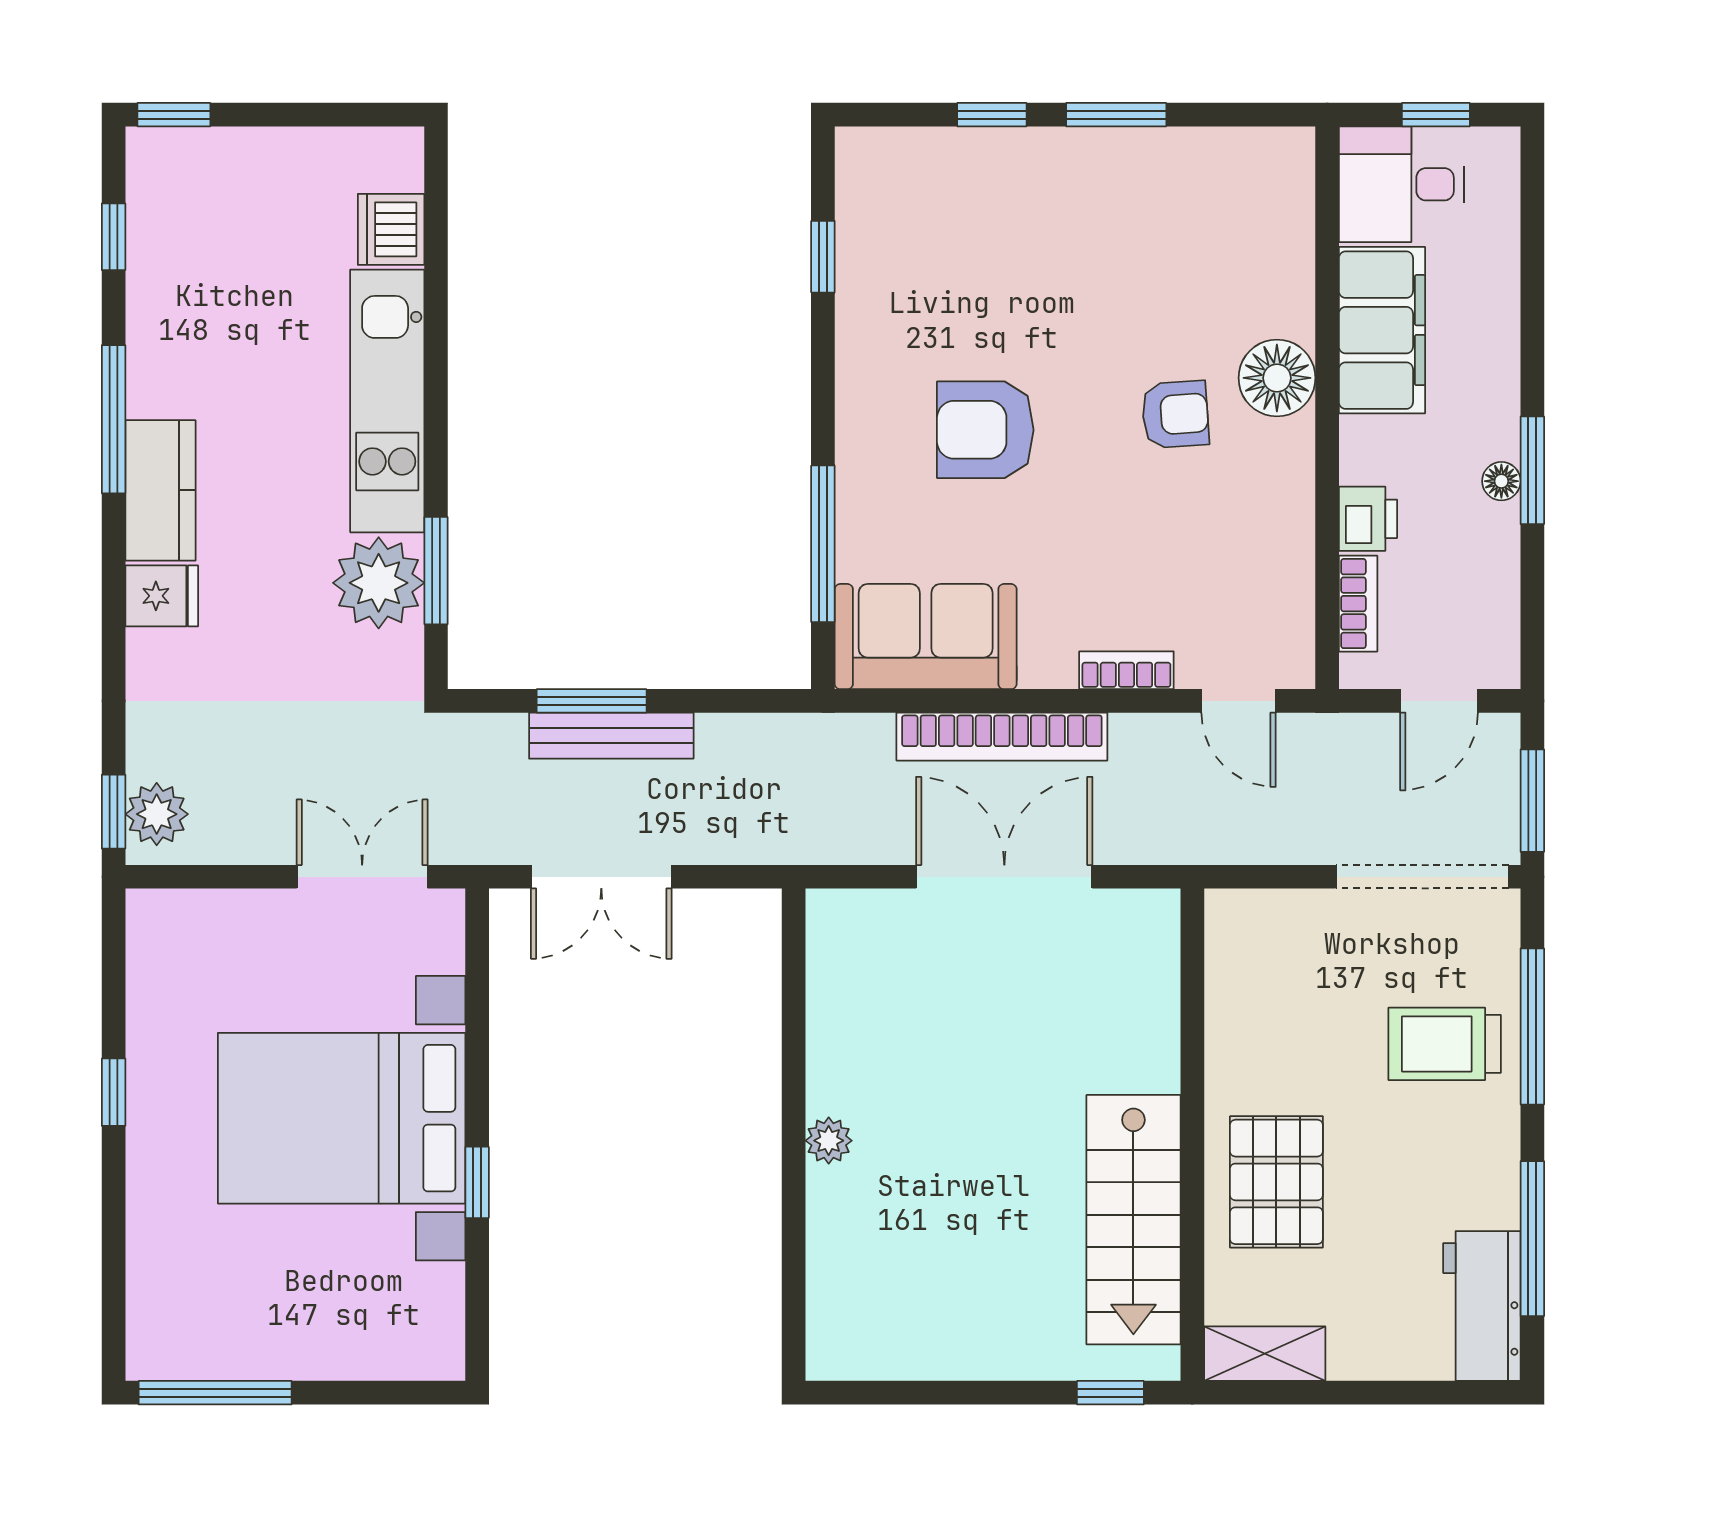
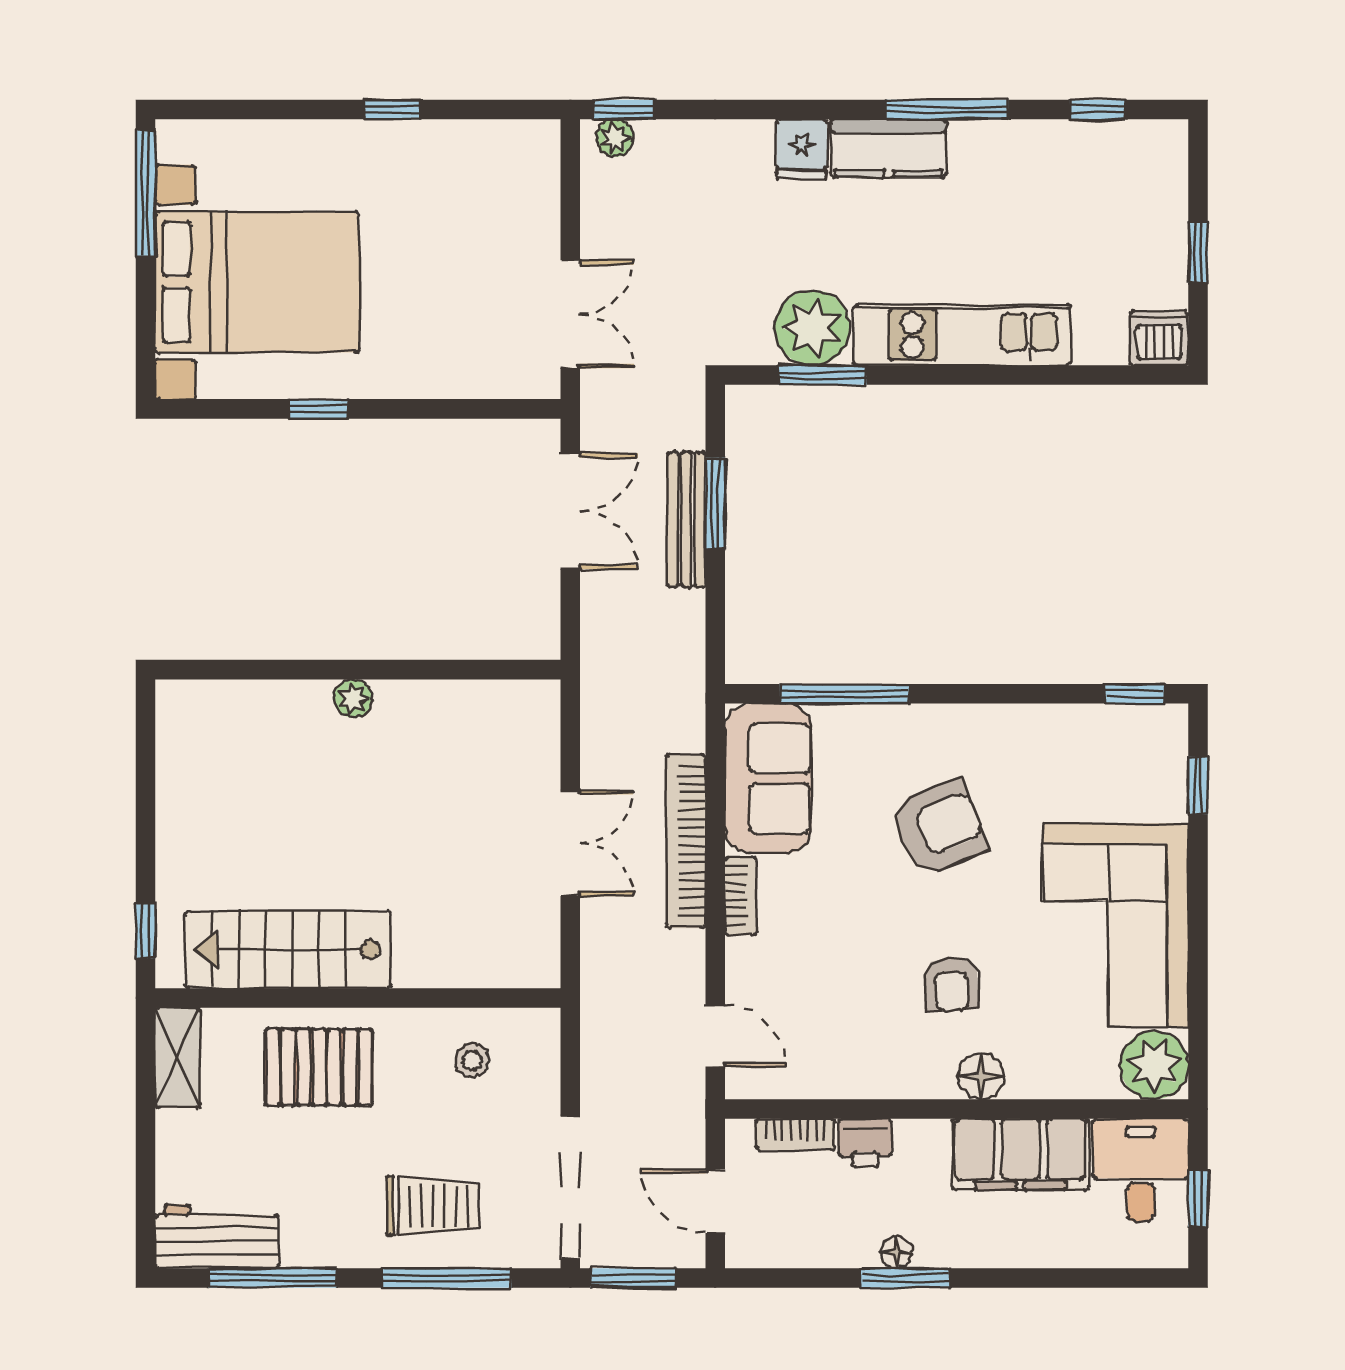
window: (174, 115) -> (1198, 252), moved
window: (992, 115) -> (1198, 785), moved
window: (1116, 115) -> (1198, 935), removed
plant: (1274, 168) -> (1154, 1065), added
corner sofa: (1104, 215) -> (1116, 925), added
dishwasher: (391, 229) -> (1159, 338), moved
window: (823, 257) -> (1135, 694), moved
floor lamp: (1277, 378) -> (981, 1076), width x0.73, depth x0.73
armchair: (985, 430) -> (938, 827), turned 68
bookcase: (1126, 670) -> (740, 896), moved
door: (1239, 701) -> (715, 1036), swing flipped
plant: (157, 814) -> (615, 138), width x0.73, depth x0.73
double door: (601, 877) -> (570, 511), swing flipped
double door: (1004, 877) -> (570, 843), width x0.73
stool: (1268, 996) -> (472, 1060), added
trolley: (1445, 1044) -> (433, 1206), turned 90
bed with nightstands: (342, 1118) -> (257, 282), moved, turned 90

